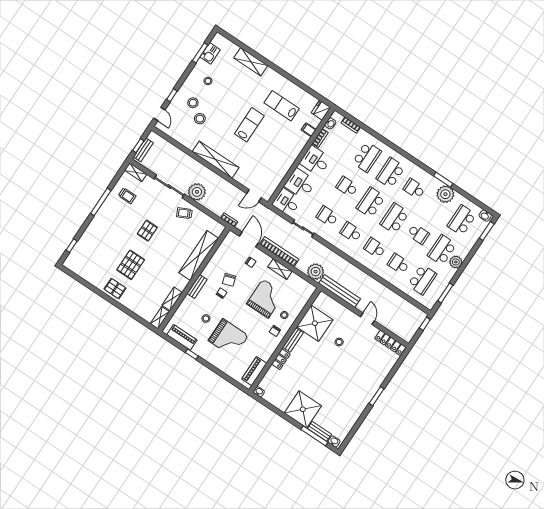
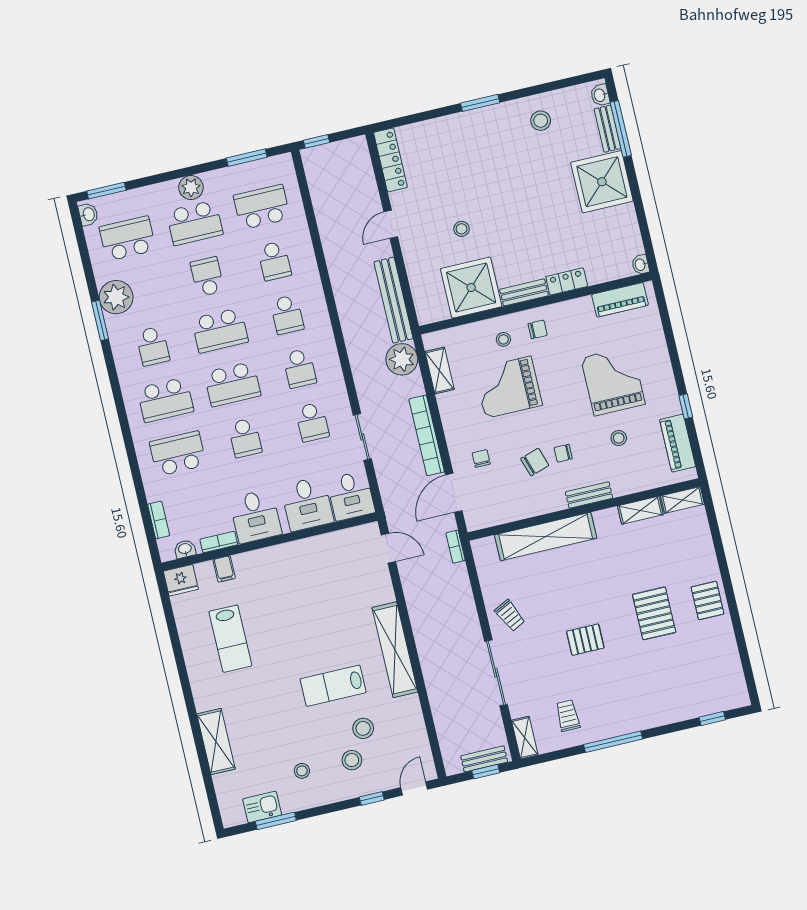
lab bench: (249, 125) -> (333, 686), moved
plant: (197, 192) -> (464, 629), removed
school desk: (462, 220) -> (127, 239), turned 180
pallet: (131, 265) -> (654, 613), turned 90
shelving: (280, 269) -> (440, 371), moved
stool: (347, 411) -> (541, 121), added

